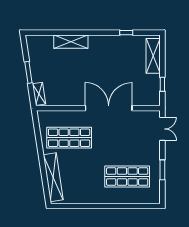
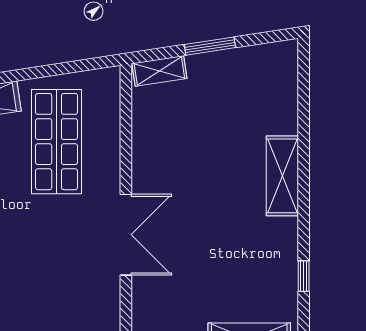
shelving: (71, 42) -> (282, 176), moved
double door: (109, 108) -> (126, 235), width x0.73

